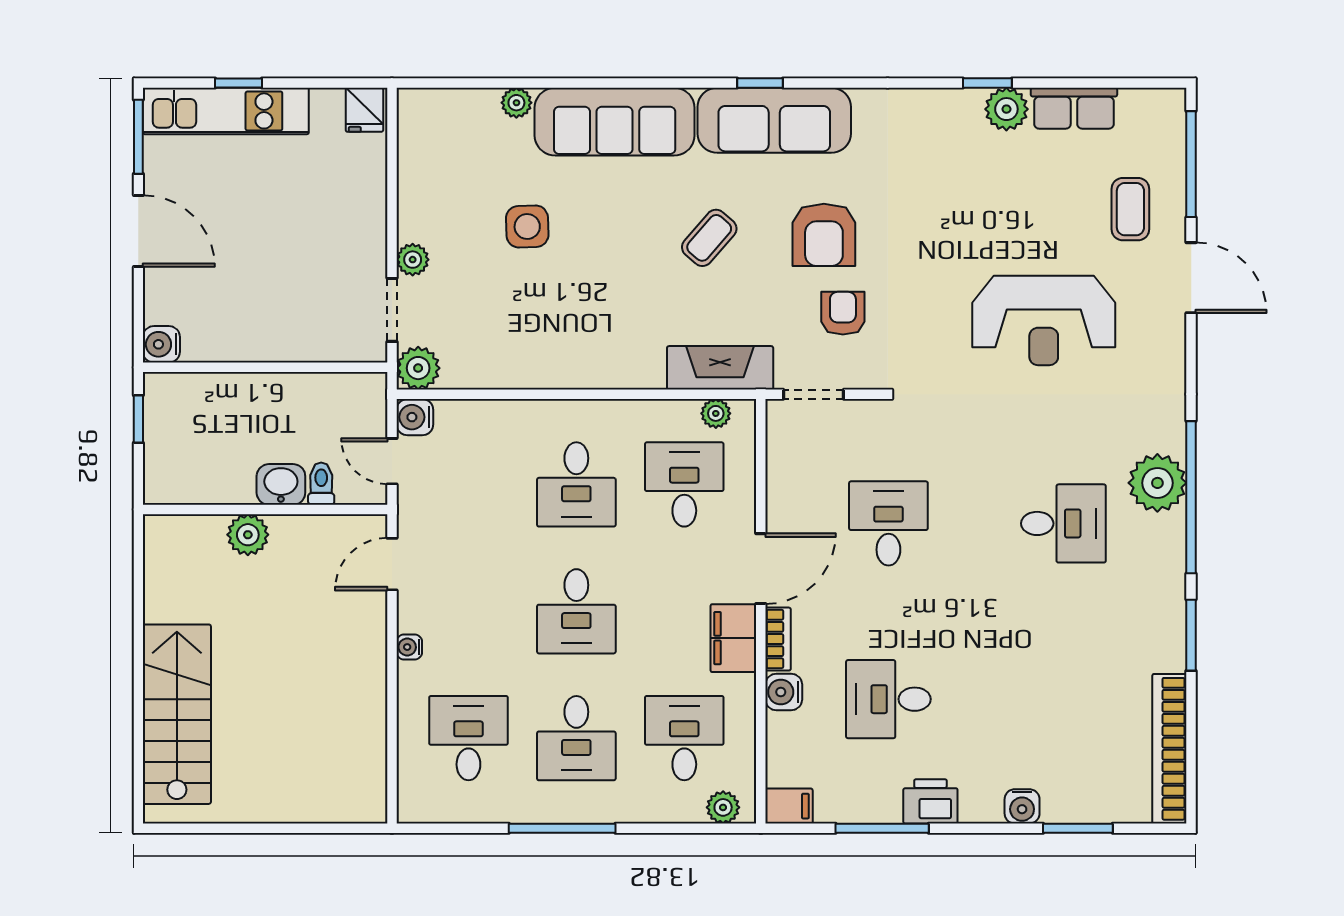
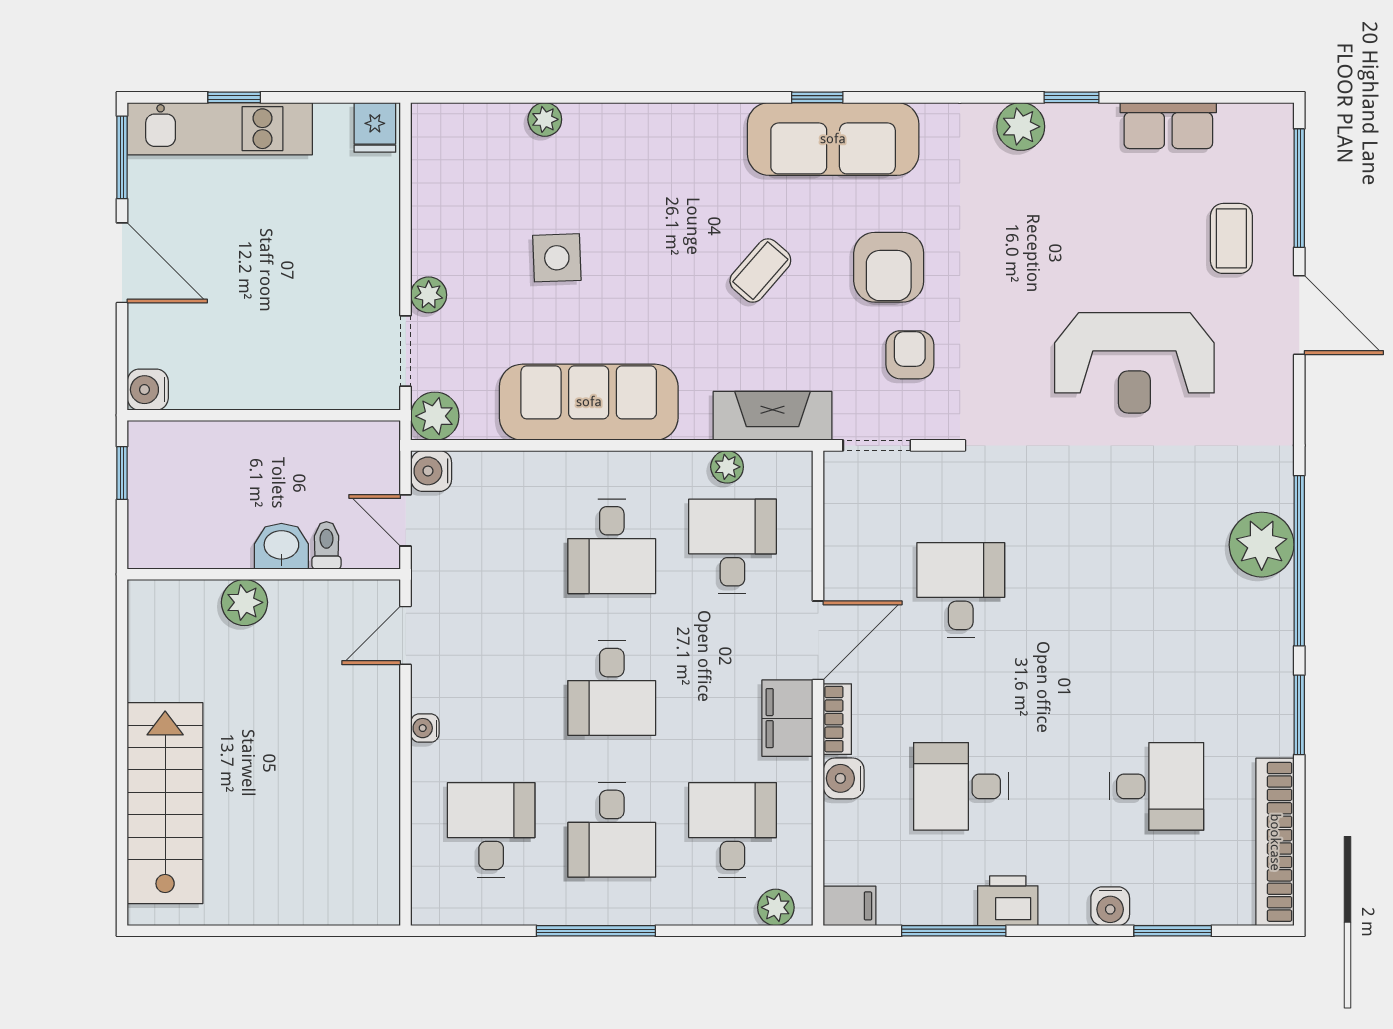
plant: (1006, 109) -> (1021, 127), moved
sofa: (615, 122) -> (589, 402), moved, turned 180
plant: (716, 413) -> (727, 467), moved
desk: (1063, 523) -> (1156, 786), moved

